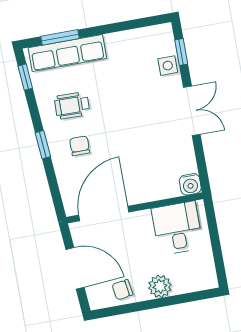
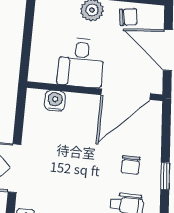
water cooler: (190, 184) -> (55, 101), moved
desk: (177, 228) -> (81, 63), moved

